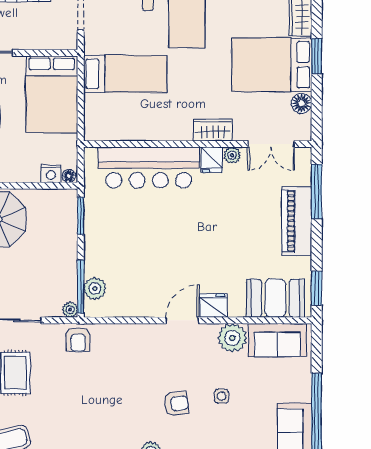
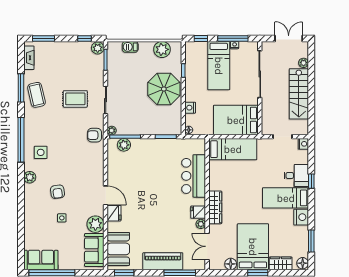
bed: (125, 74) -> (233, 149), moved, turned -90
wardrobe: (213, 130) -> (215, 207), width x1.50
bar counter: (149, 168) -> (194, 176), width x0.73
nightstand: (51, 174) -> (190, 108), moved
side table: (108, 433) -> (41, 152), added

